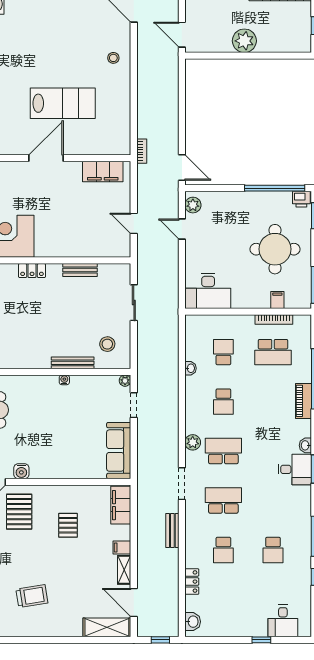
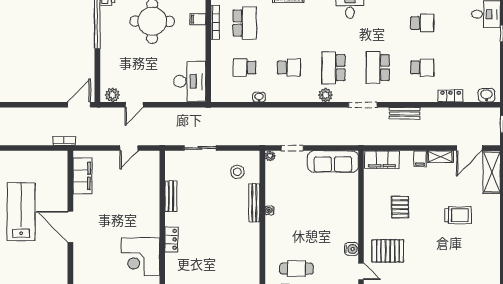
pallet: (68, 525) -> (400, 207), turned 90
trolley: (32, 596) -> (458, 215), moved, turned 99

